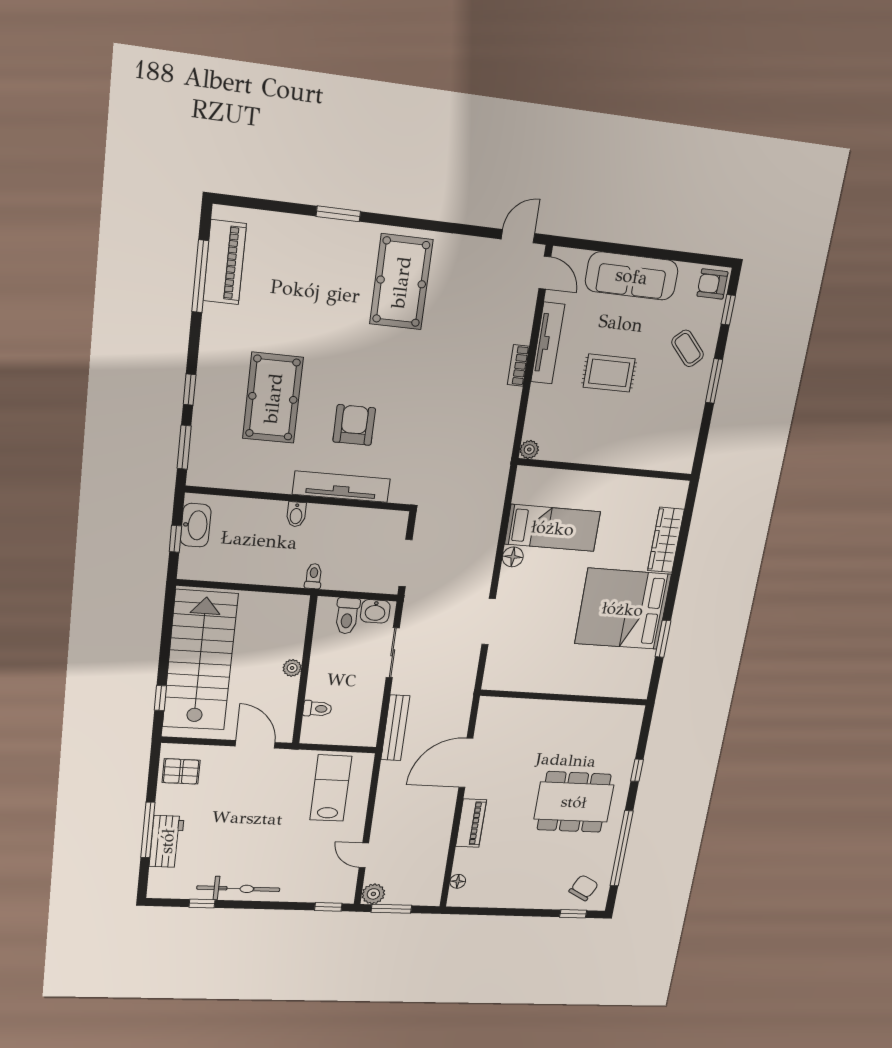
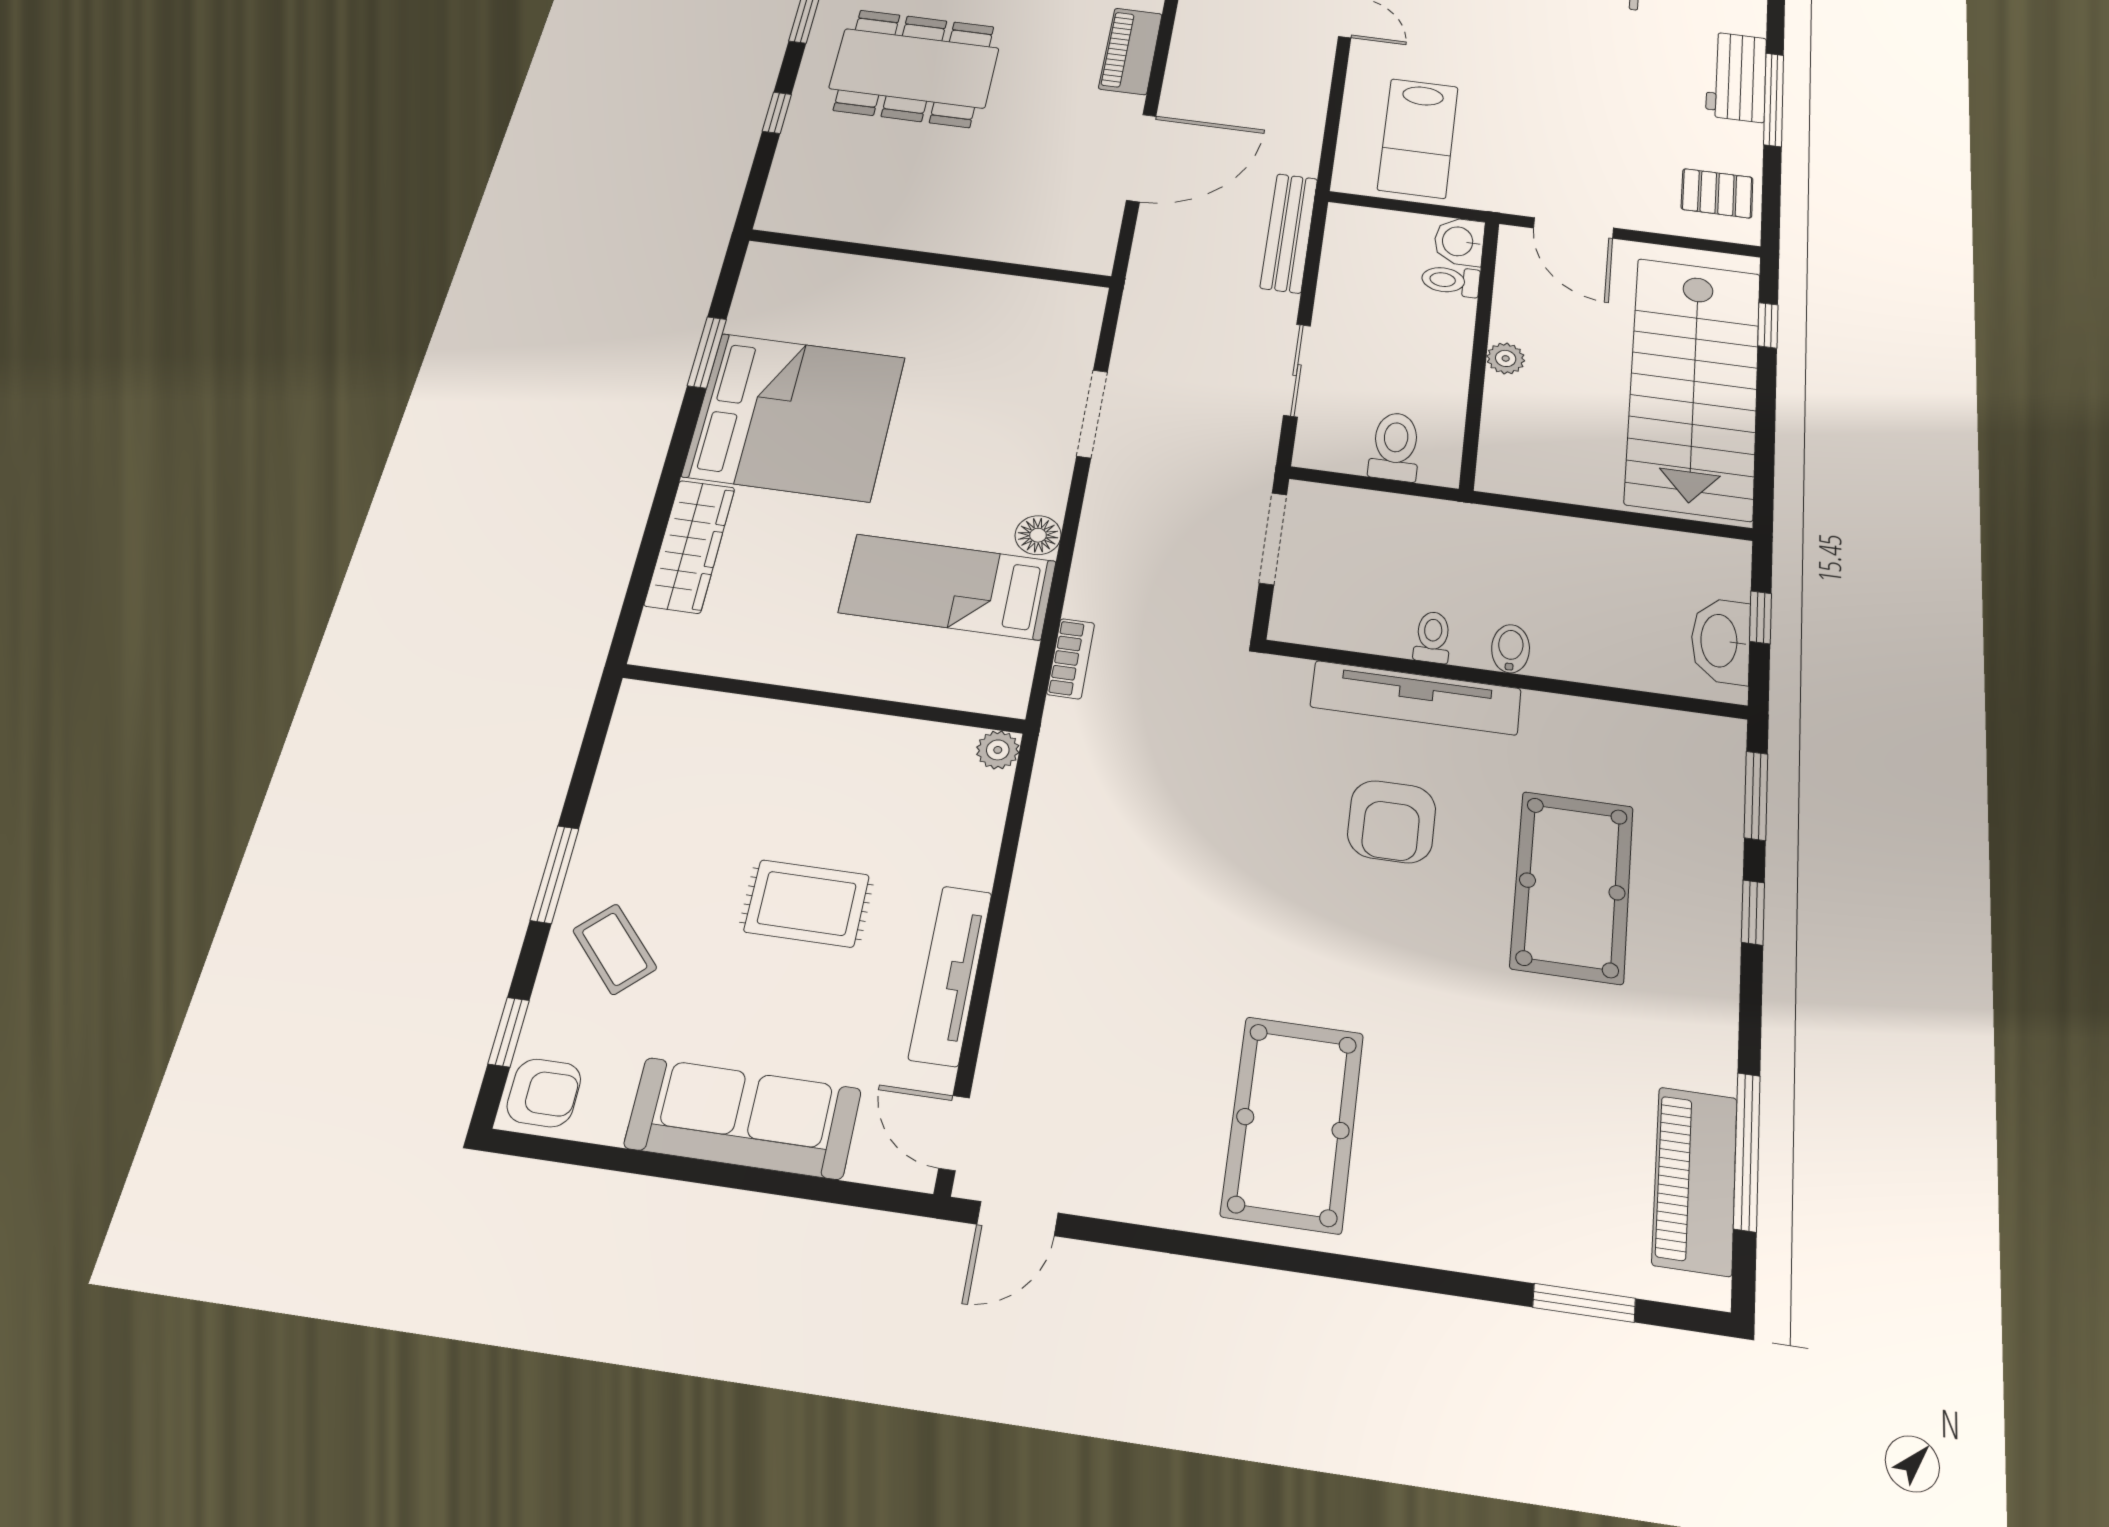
window: (338, 214) -> (1584, 1303), moved
bookcase: (518, 365) -> (1071, 659), moved
toilet: (314, 576) -> (1432, 637), moved, turned 180
washbasin: (375, 611) -> (1459, 242), moved, turned -90

